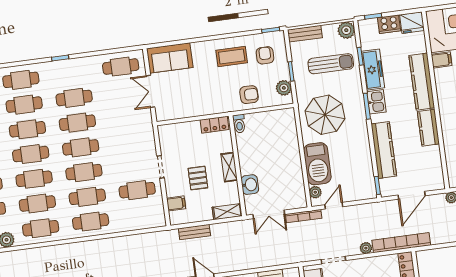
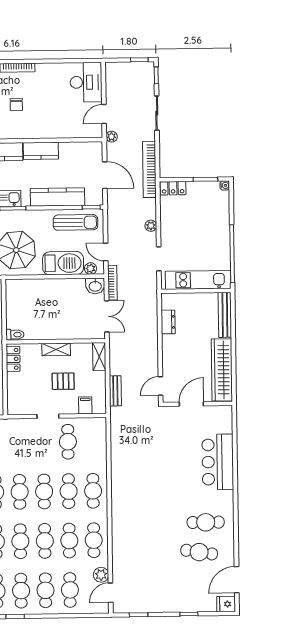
sun lounger: (360, 171) -> (76, 222), added
washbasin: (250, 185) -> (95, 286), moved, turned 180
bookcase: (401, 243) -> (149, 169), moved

